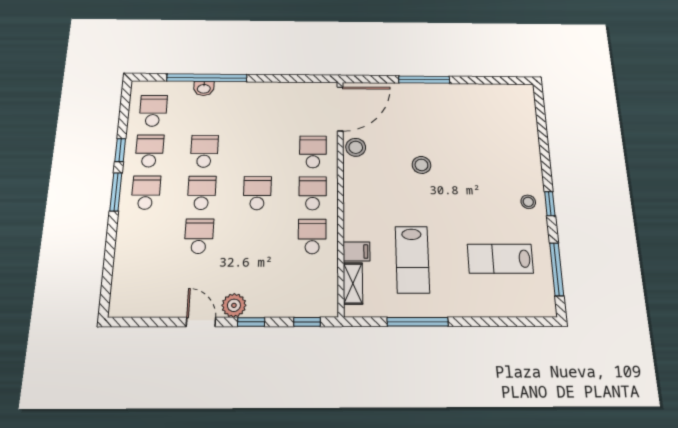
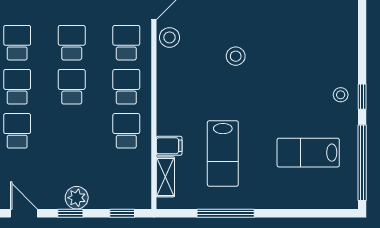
school desk: (259, 151) -> (72, 43), added
window: (557, 269) -> (362, 163), width x1.46
plant: (234, 305) -> (77, 198), moved

